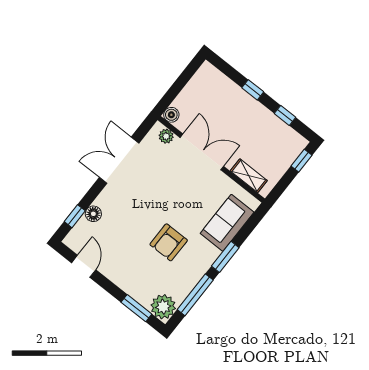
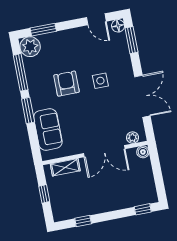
window: (253, 90) -> (143, 209), moved
window: (302, 161) -> (44, 194), moved
side table: (138, 213) -> (100, 81), added
floor lamp: (93, 214) -> (118, 26), moved
window: (75, 216) -> (132, 40), width x1.50

